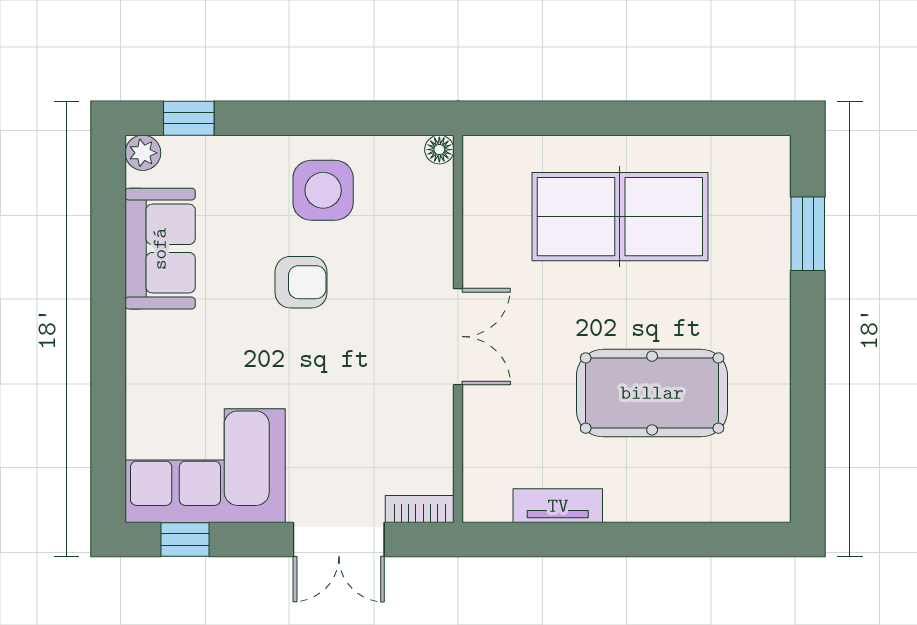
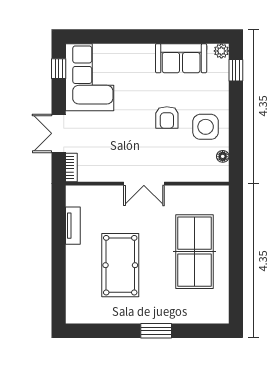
floor lamp: (439, 150) -> (223, 156), moved
window: (808, 234) -> (156, 331), moved

